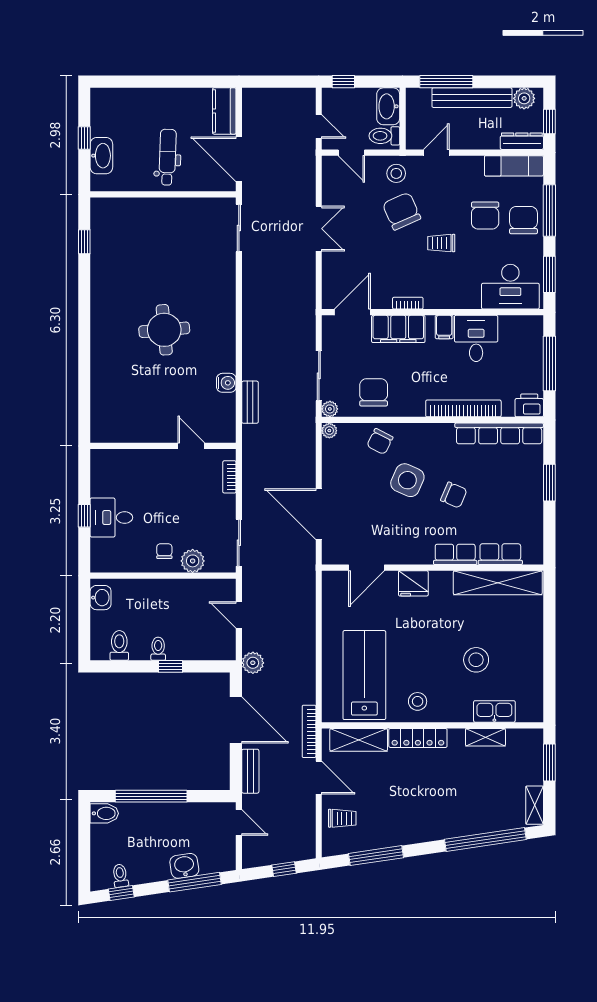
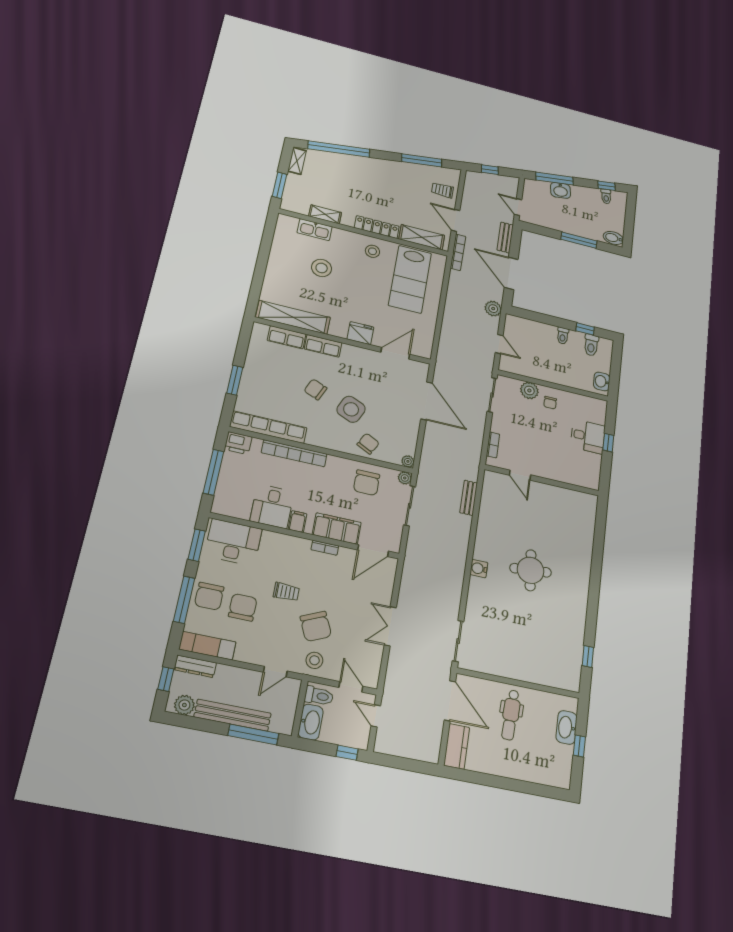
water cooler: (226, 383) -> (479, 569), moved
window: (170, 666) -> (585, 329), moved
window: (151, 796) -> (579, 240), width x0.68

